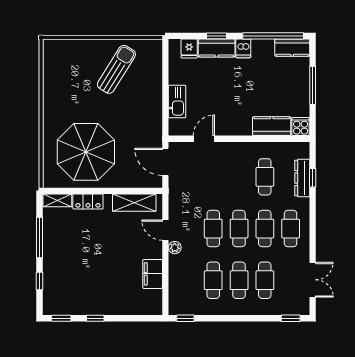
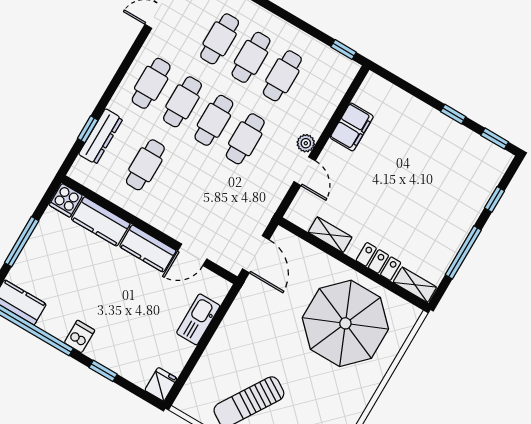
kitchen counter: (217, 48) -> (148, 249), moved, turned 180
fridge: (189, 49) -> (161, 384), moved
shelving: (134, 203) -> (330, 235), width x0.67, depth x0.75

